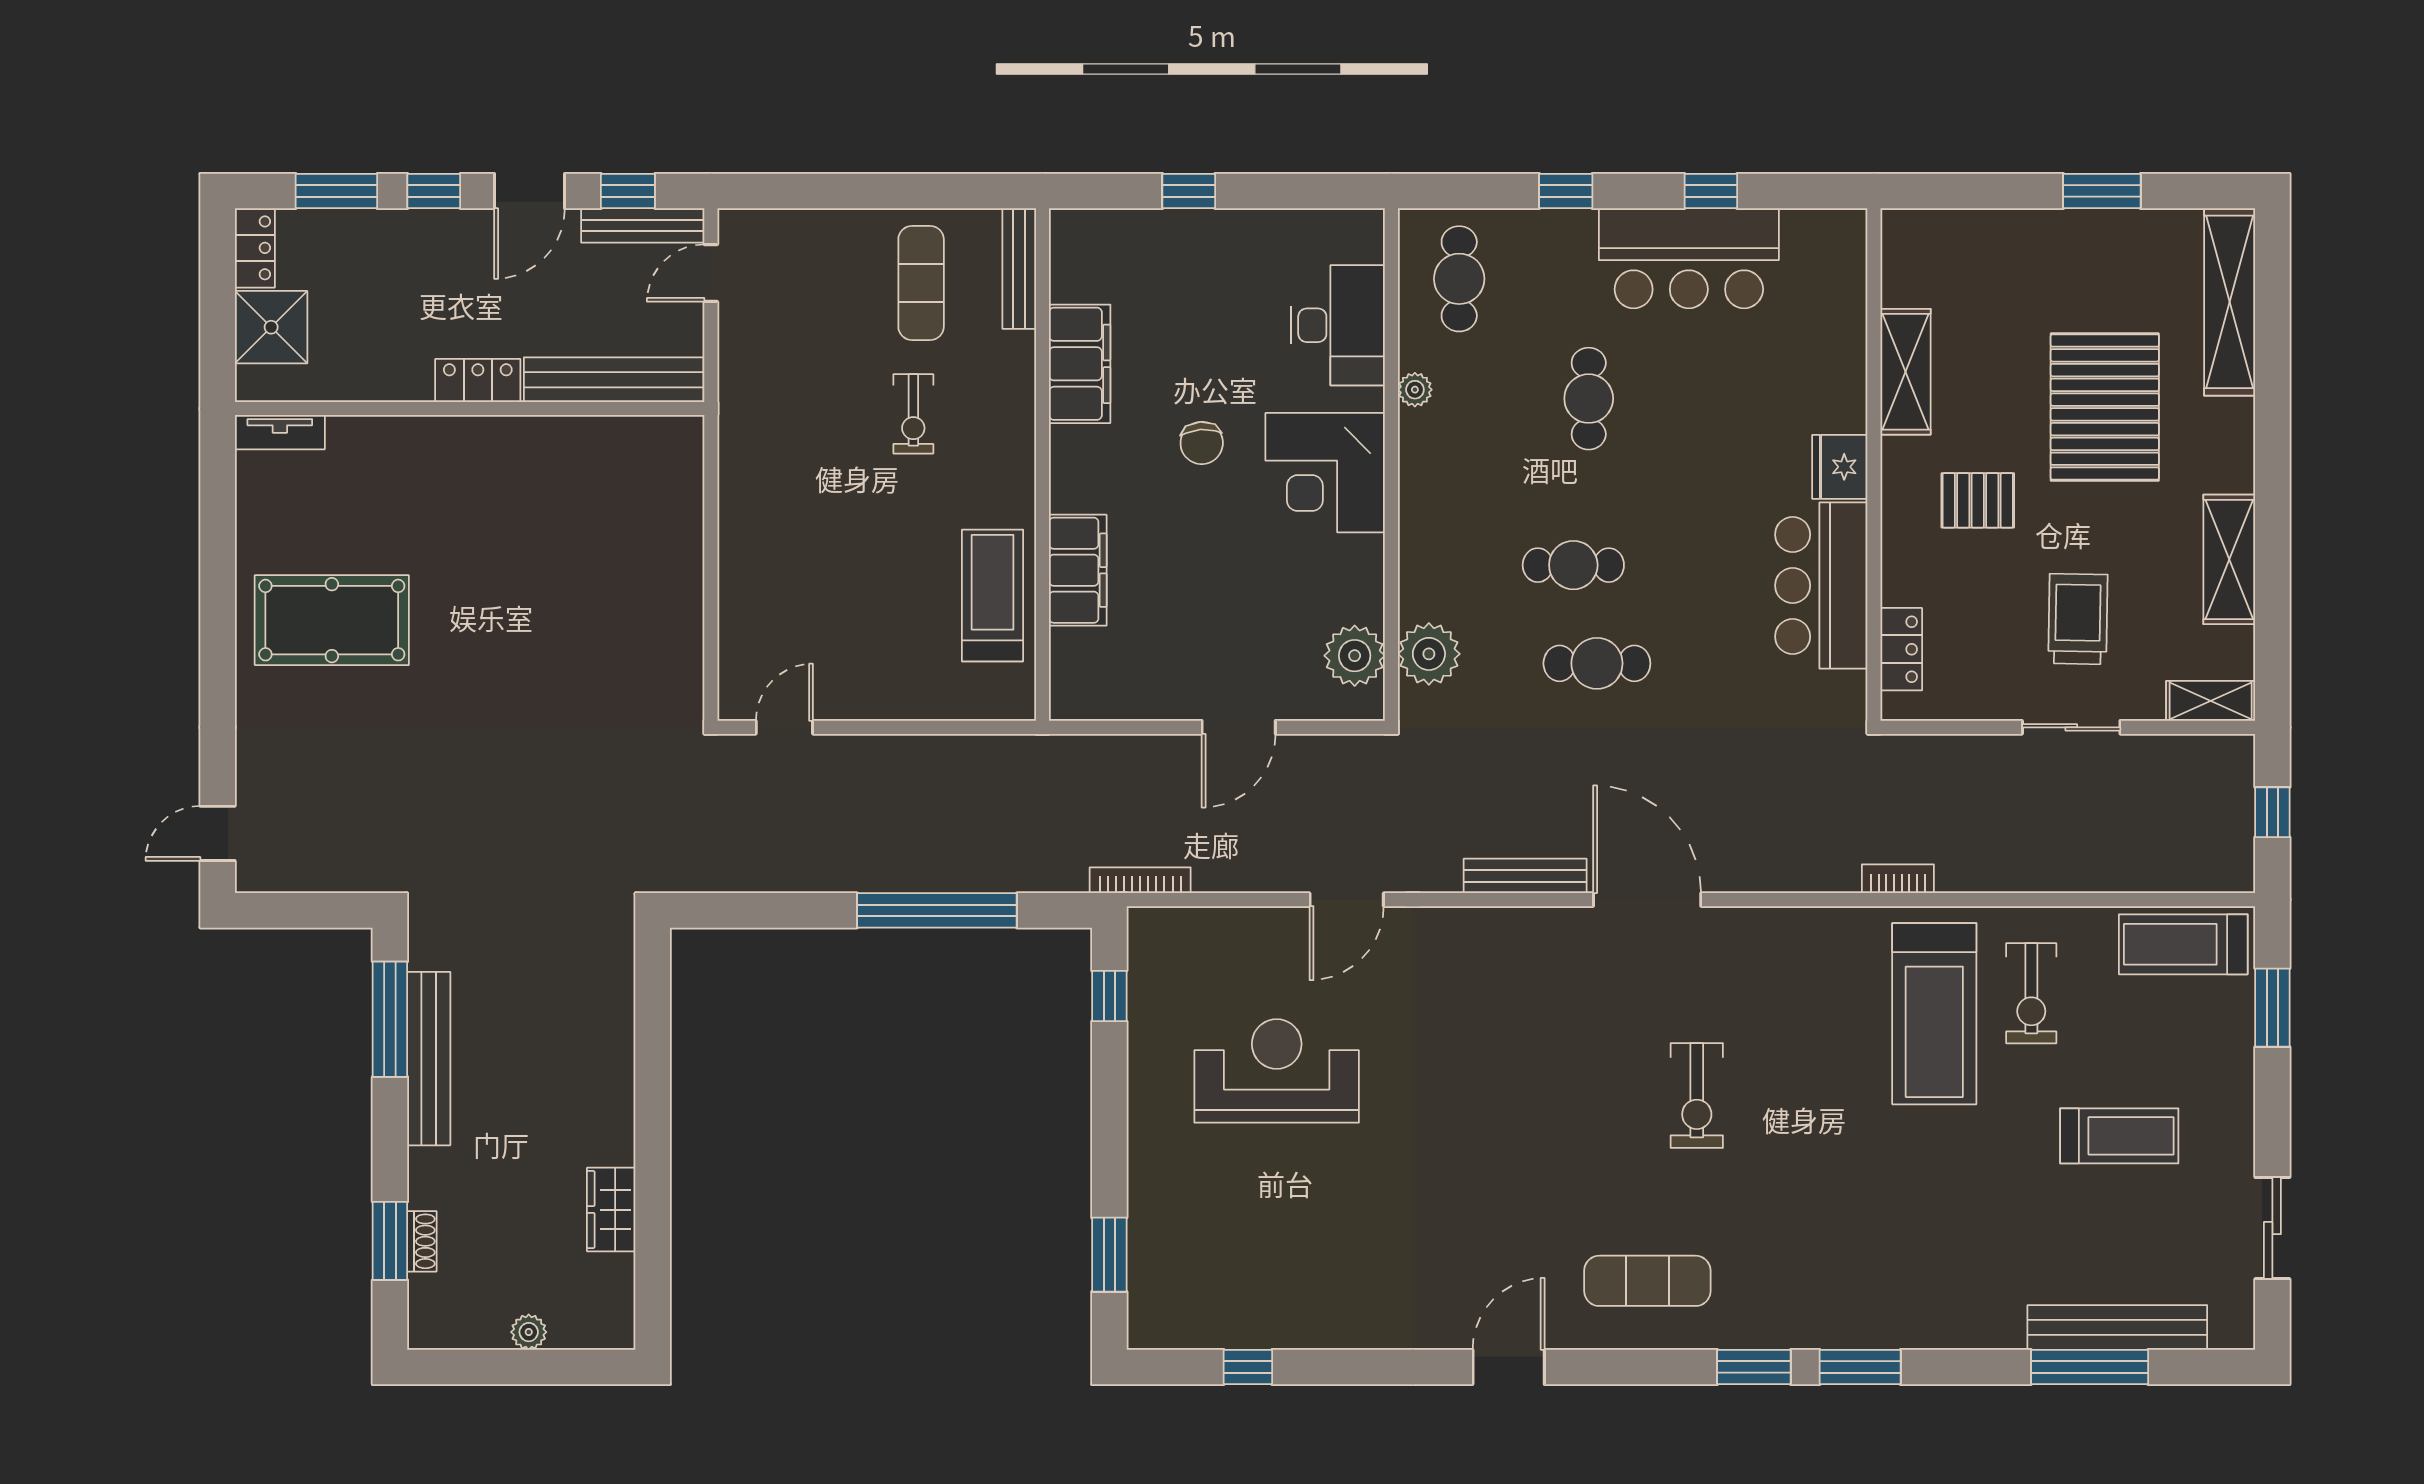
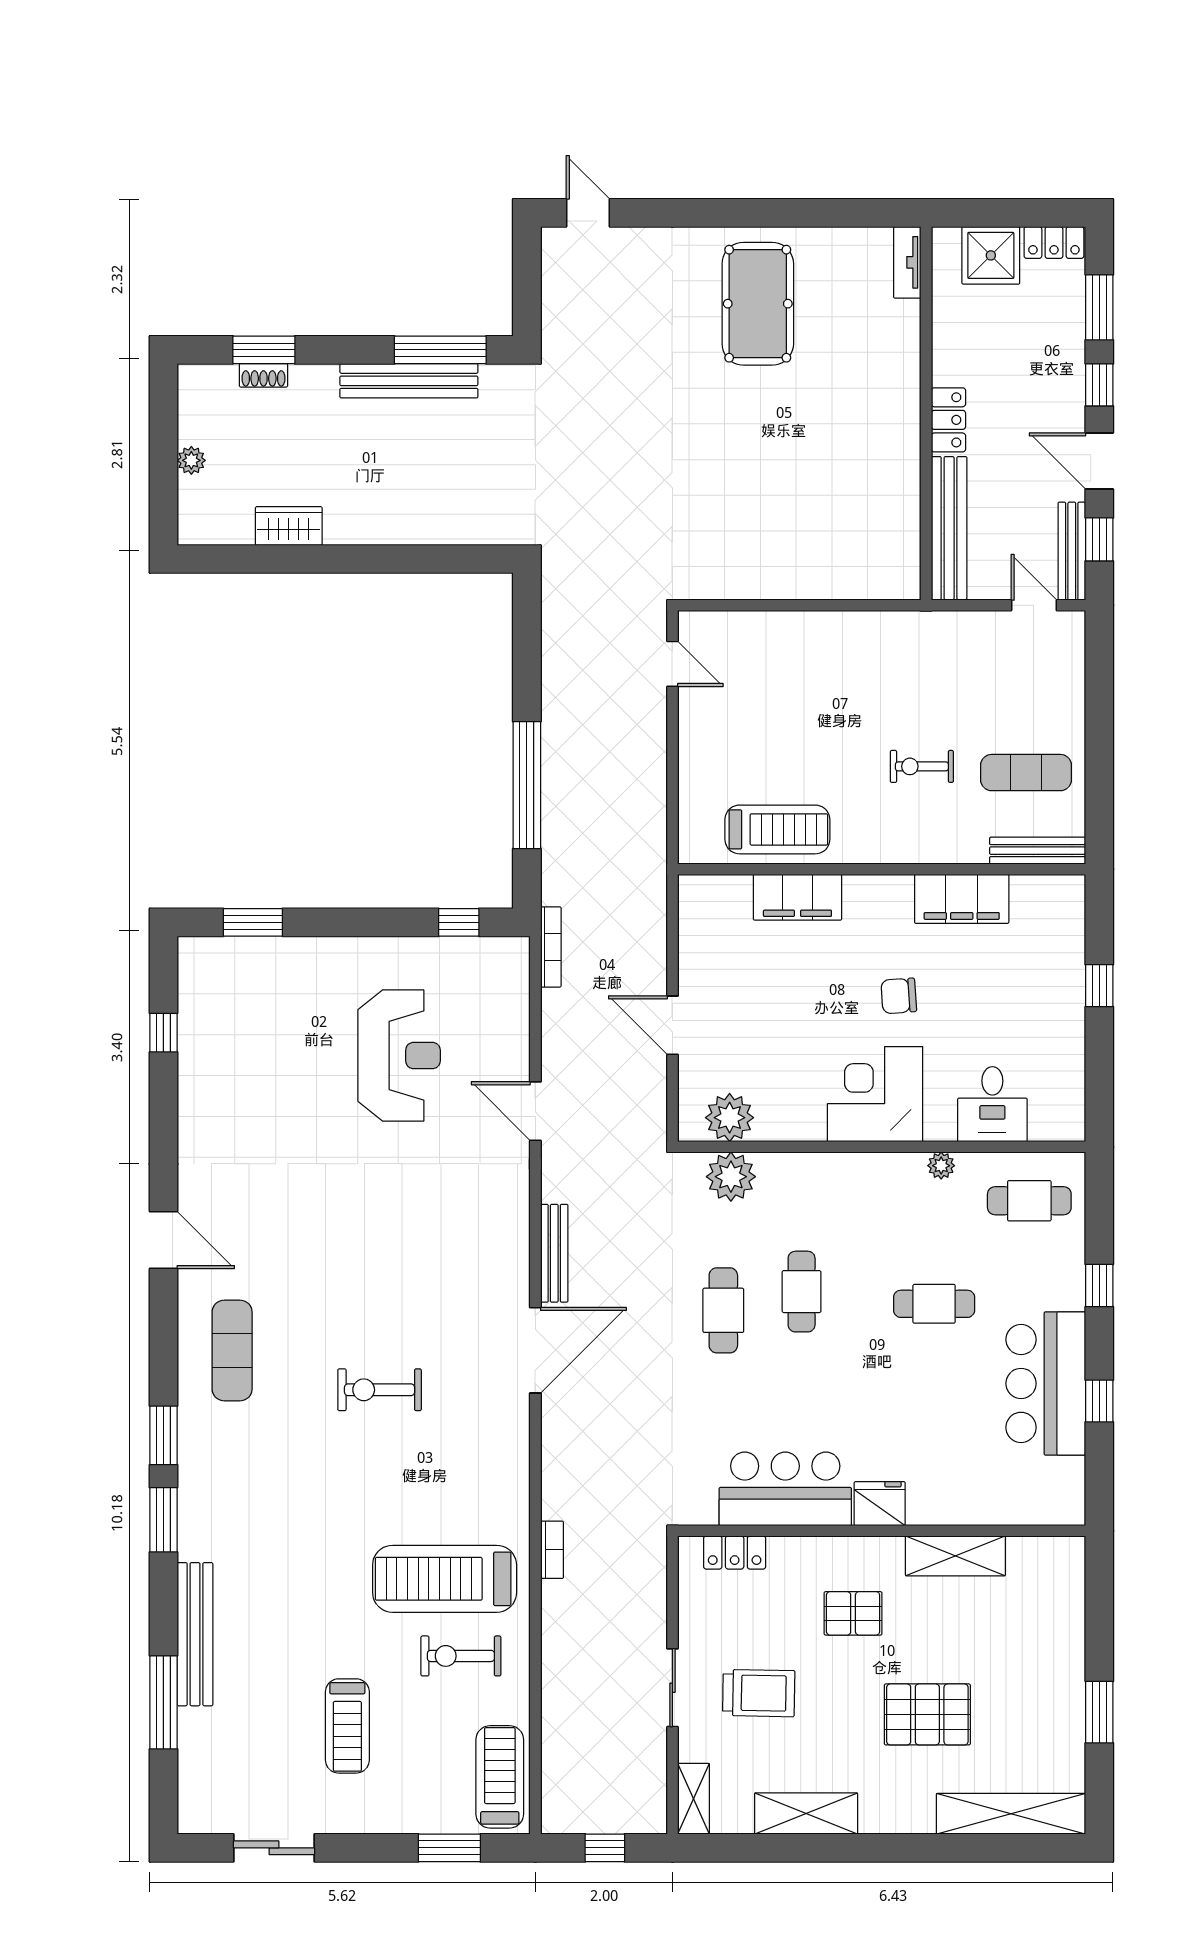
desk: (1338, 325) -> (992, 1104), width x0.73
pallet: (2105, 407) -> (927, 1714), width x0.73, depth x0.71
pallet: (1978, 500) -> (853, 1613), turned 90
bench: (2117, 1327) -> (195, 1634), moved

